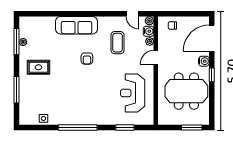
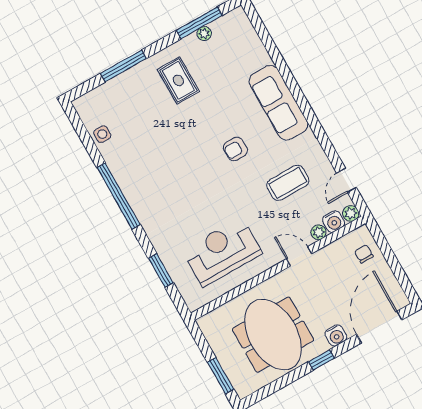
door: (212, 38) -> (379, 327), hinge flipped

